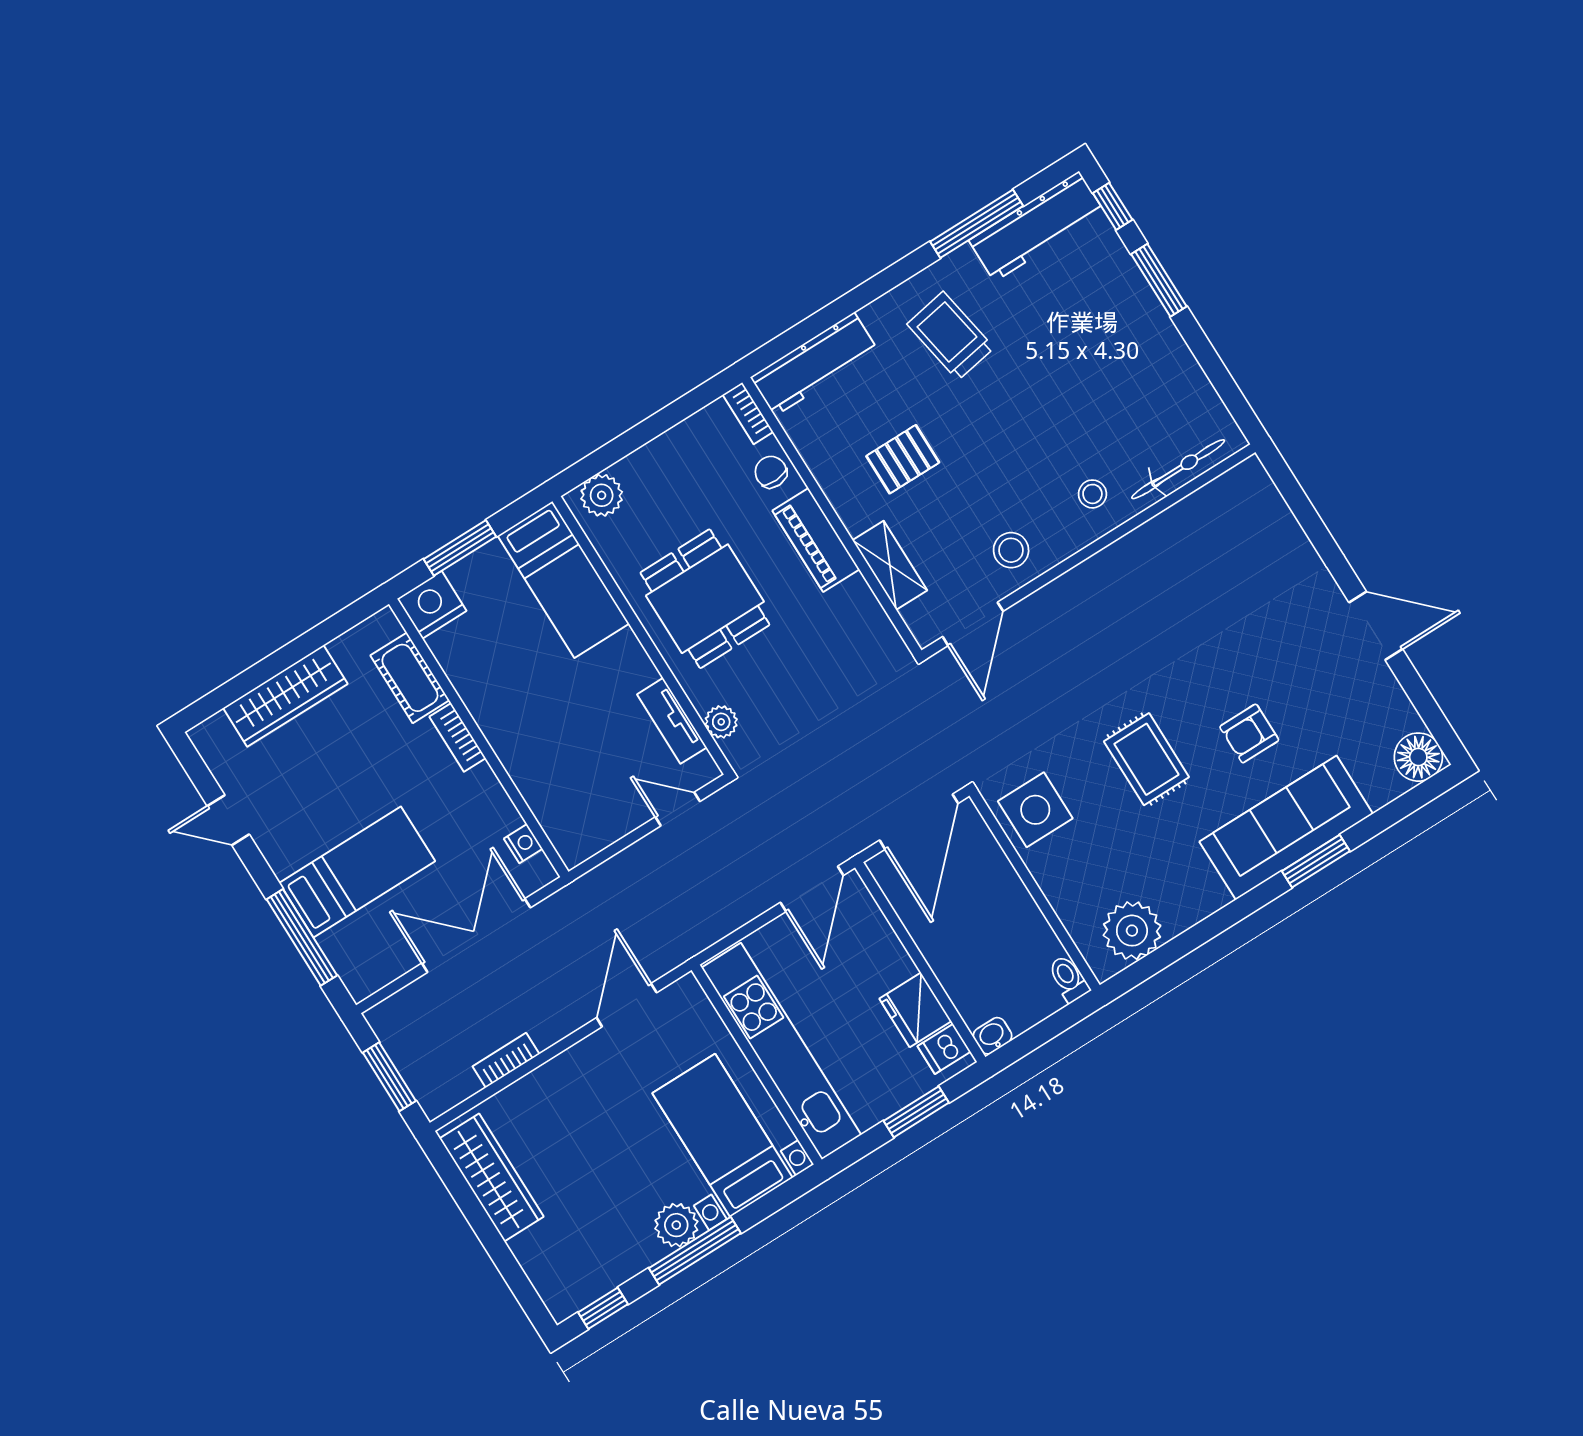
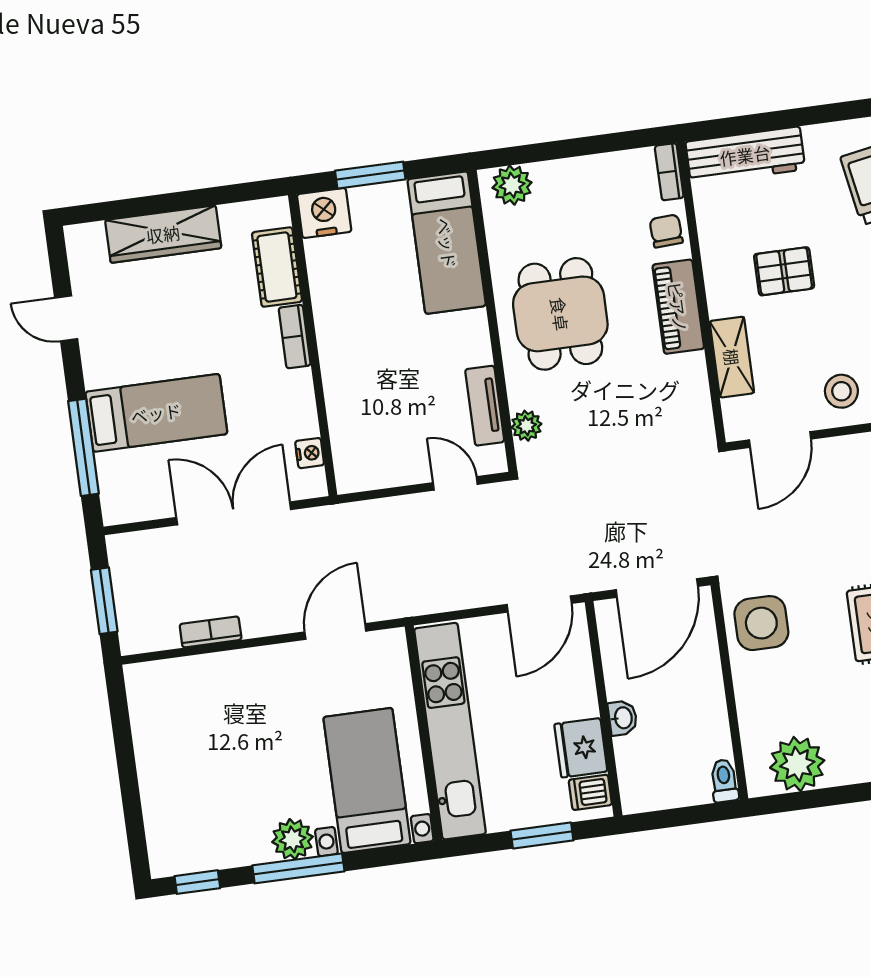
washbasin: (993, 1036) -> (623, 718), moved, turned 90
wardrobe: (492, 1178) -> (153, 727), removed

